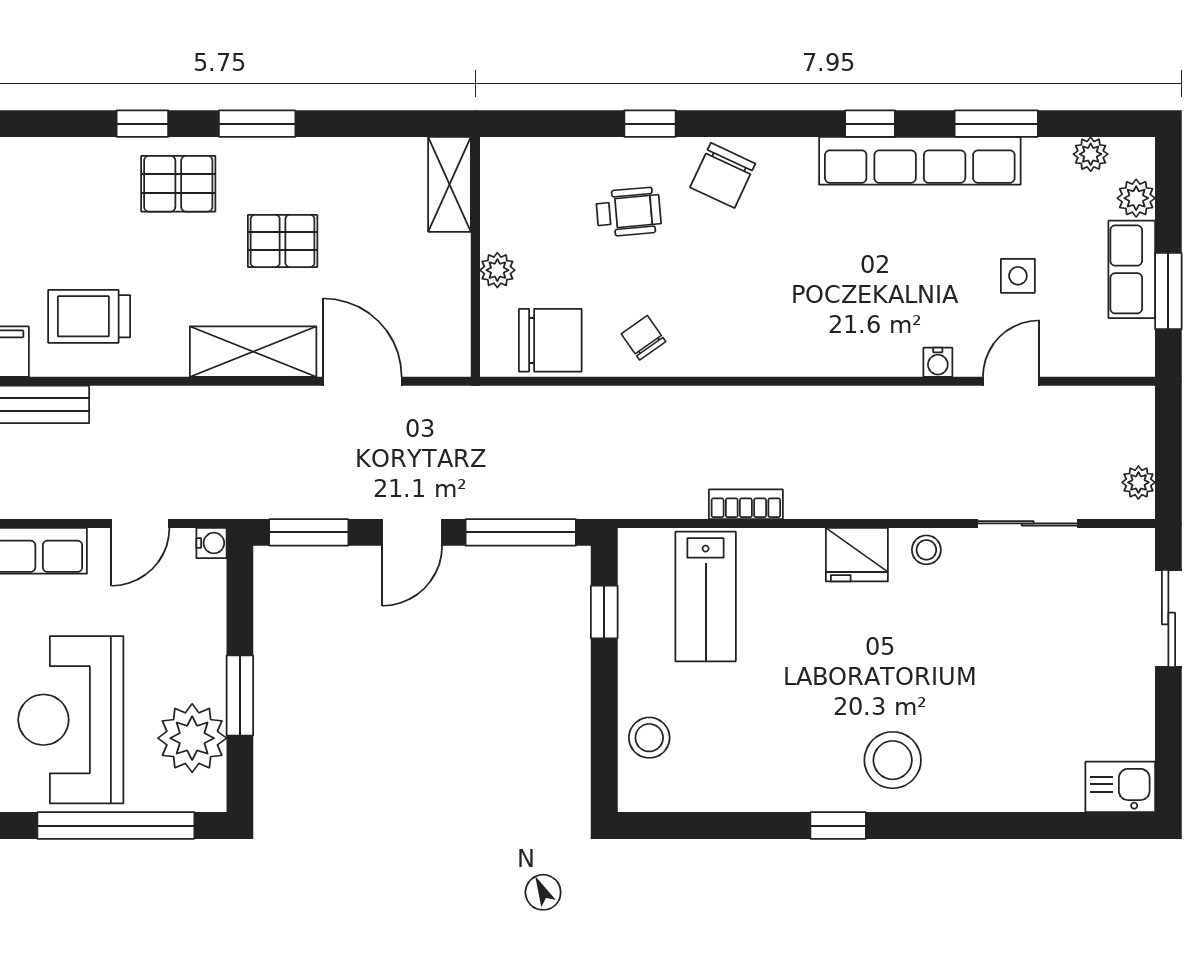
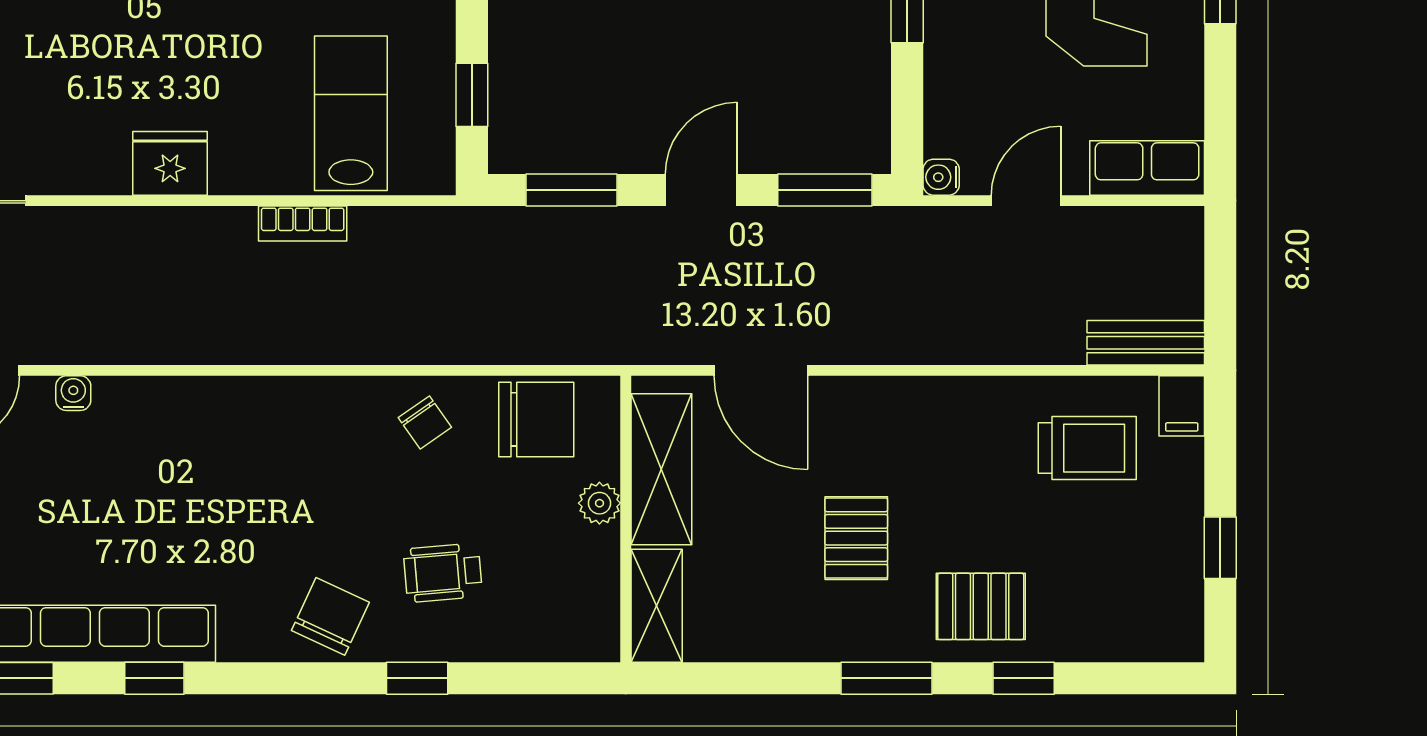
pallet: (283, 241) -> (856, 538), turned 90
chair: (550, 340) -> (536, 420), turned 180
shelving: (253, 352) -> (661, 469), moved, turned 90
window: (521, 532) -> (572, 190), width x0.69
stool: (926, 550) -> (87, 169), removed

